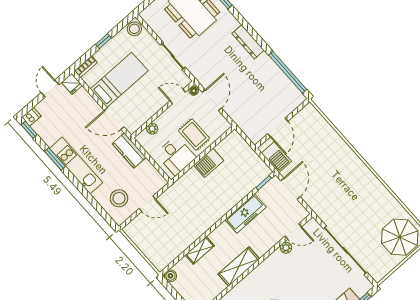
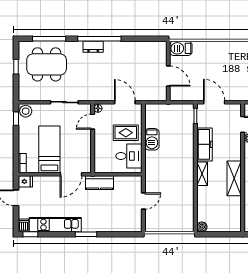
window: (103, 41) -> (16, 119), moved
dresser: (248, 42) -> (93, 47), width x0.70
window: (288, 72) -> (99, 39), moved
door: (212, 100) -> (125, 102), moved
plant: (152, 129) -> (99, 156), removed
barbecue: (276, 157) -> (181, 48), moved, turned 180
window: (55, 159) -> (86, 234), moved
kitchen unit: (76, 166) -> (55, 225), moved
stool: (119, 198) -> (124, 216), removed
shelving: (200, 250) -> (202, 174), moved

